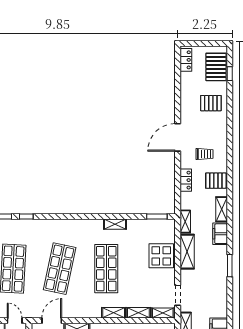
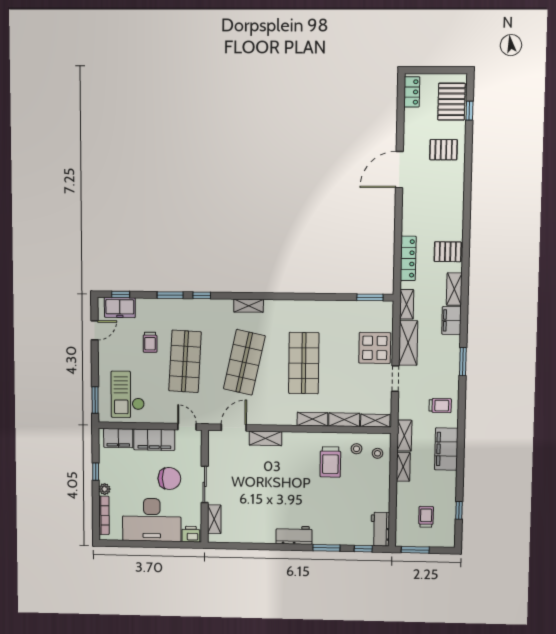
door: (178, 137) -> (399, 170), moved
trolley: (204, 154) -> (440, 406), moved
locker: (186, 180) -> (408, 258), width x1.53
shelving: (115, 224) -> (249, 306), moved
doorway: (178, 295) -> (395, 379), moved

